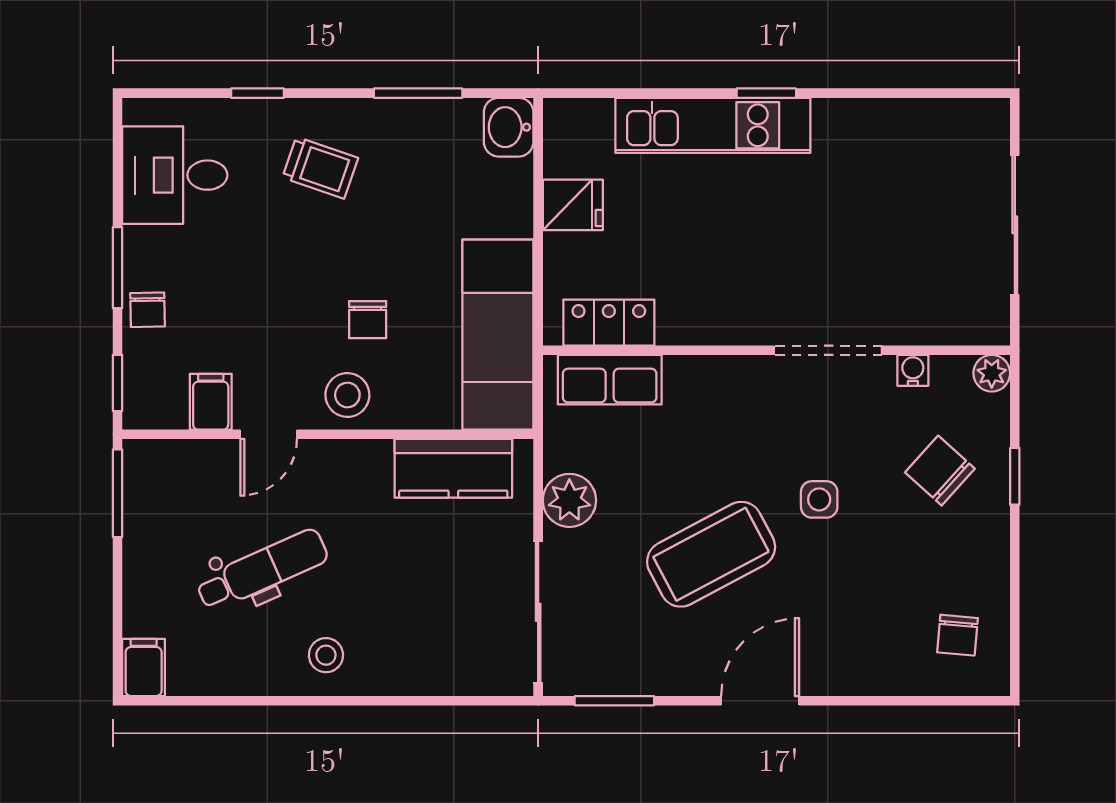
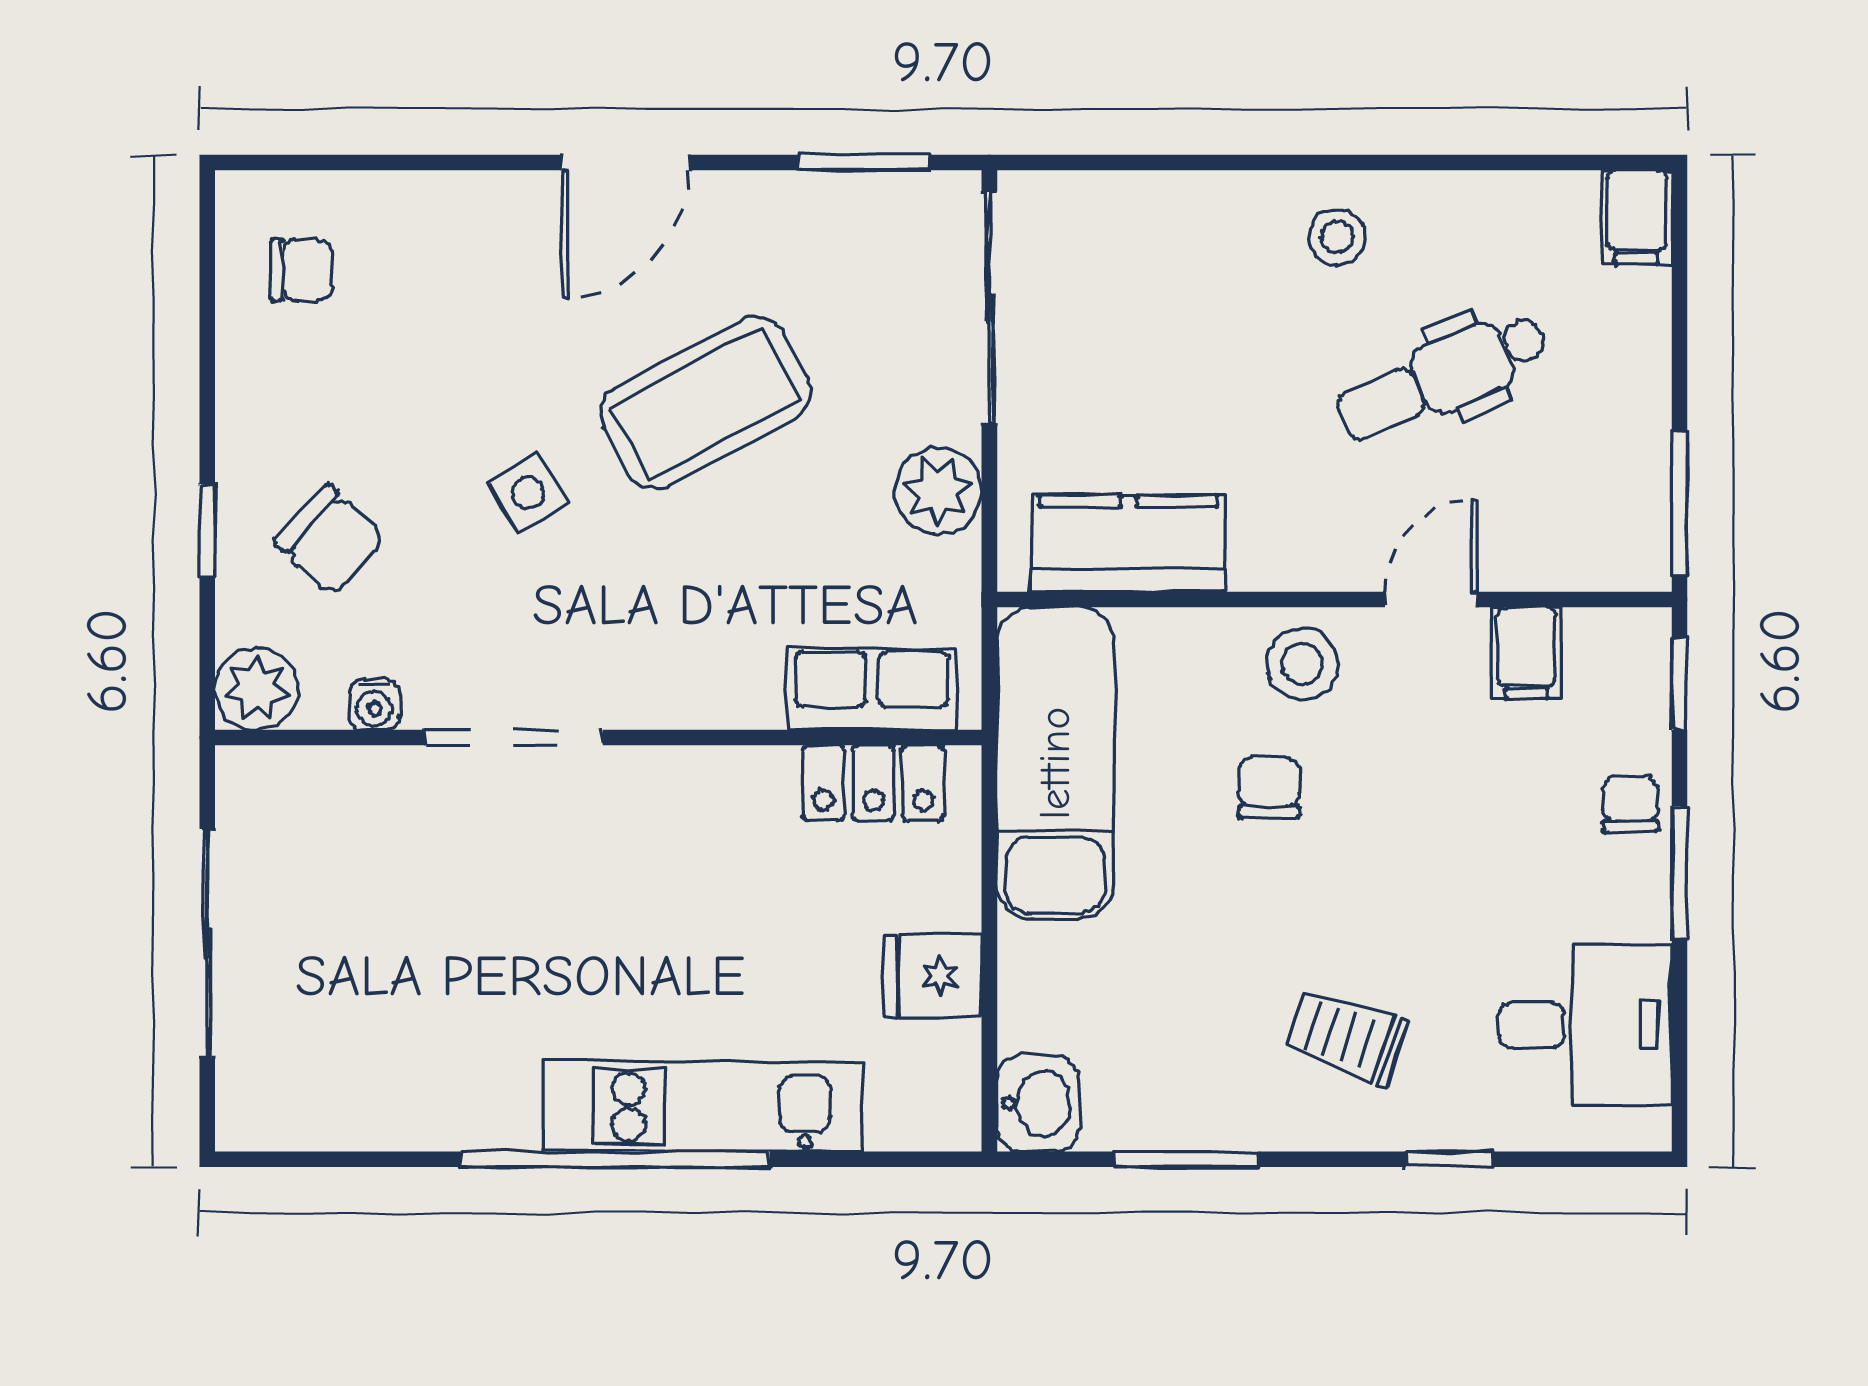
window: (766, 93) -> (615, 1159), width x3.17
plant: (992, 373) -> (256, 688), width x1.38, depth x1.38
side table: (819, 499) -> (528, 493), turned -32
chair: (957, 635) -> (301, 270), turned 85

